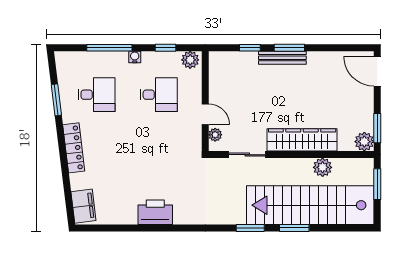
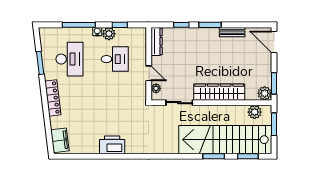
bench: (282, 58) -> (232, 32), moved, width x0.73
plant: (190, 60) -> (109, 34), moved
dresser: (216, 70) -> (157, 41), added
desk: (97, 95) -> (70, 59), width x1.37
plant: (323, 167) -> (255, 112), moved
window: (250, 228) -> (248, 156), moved

